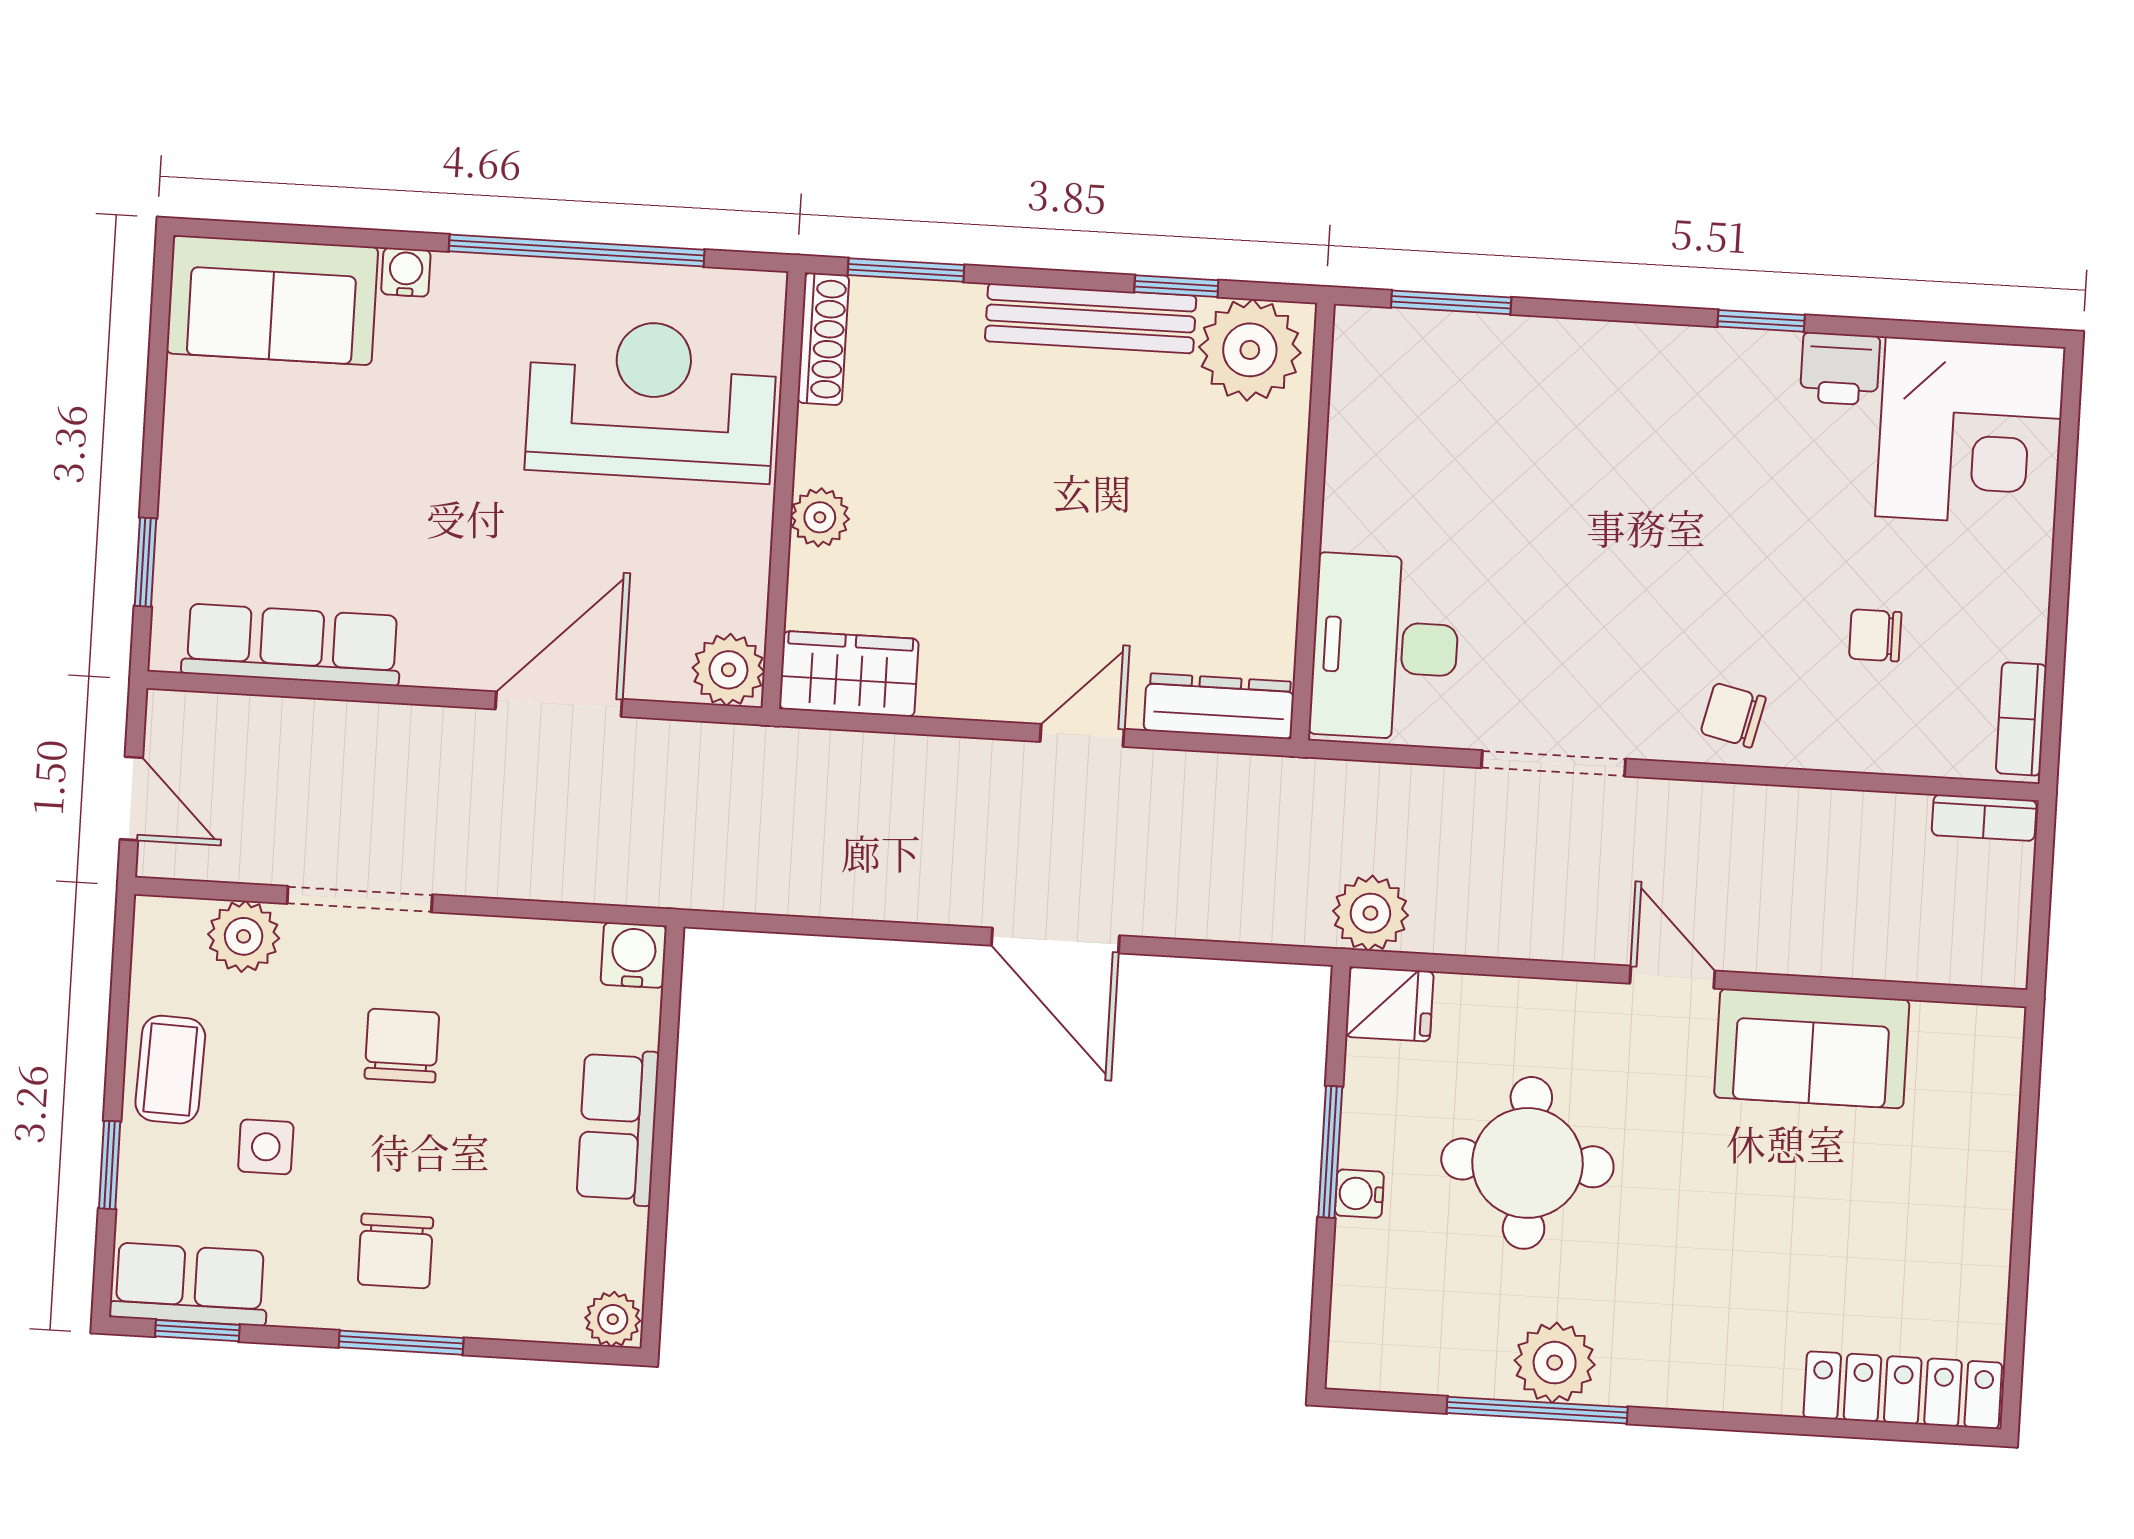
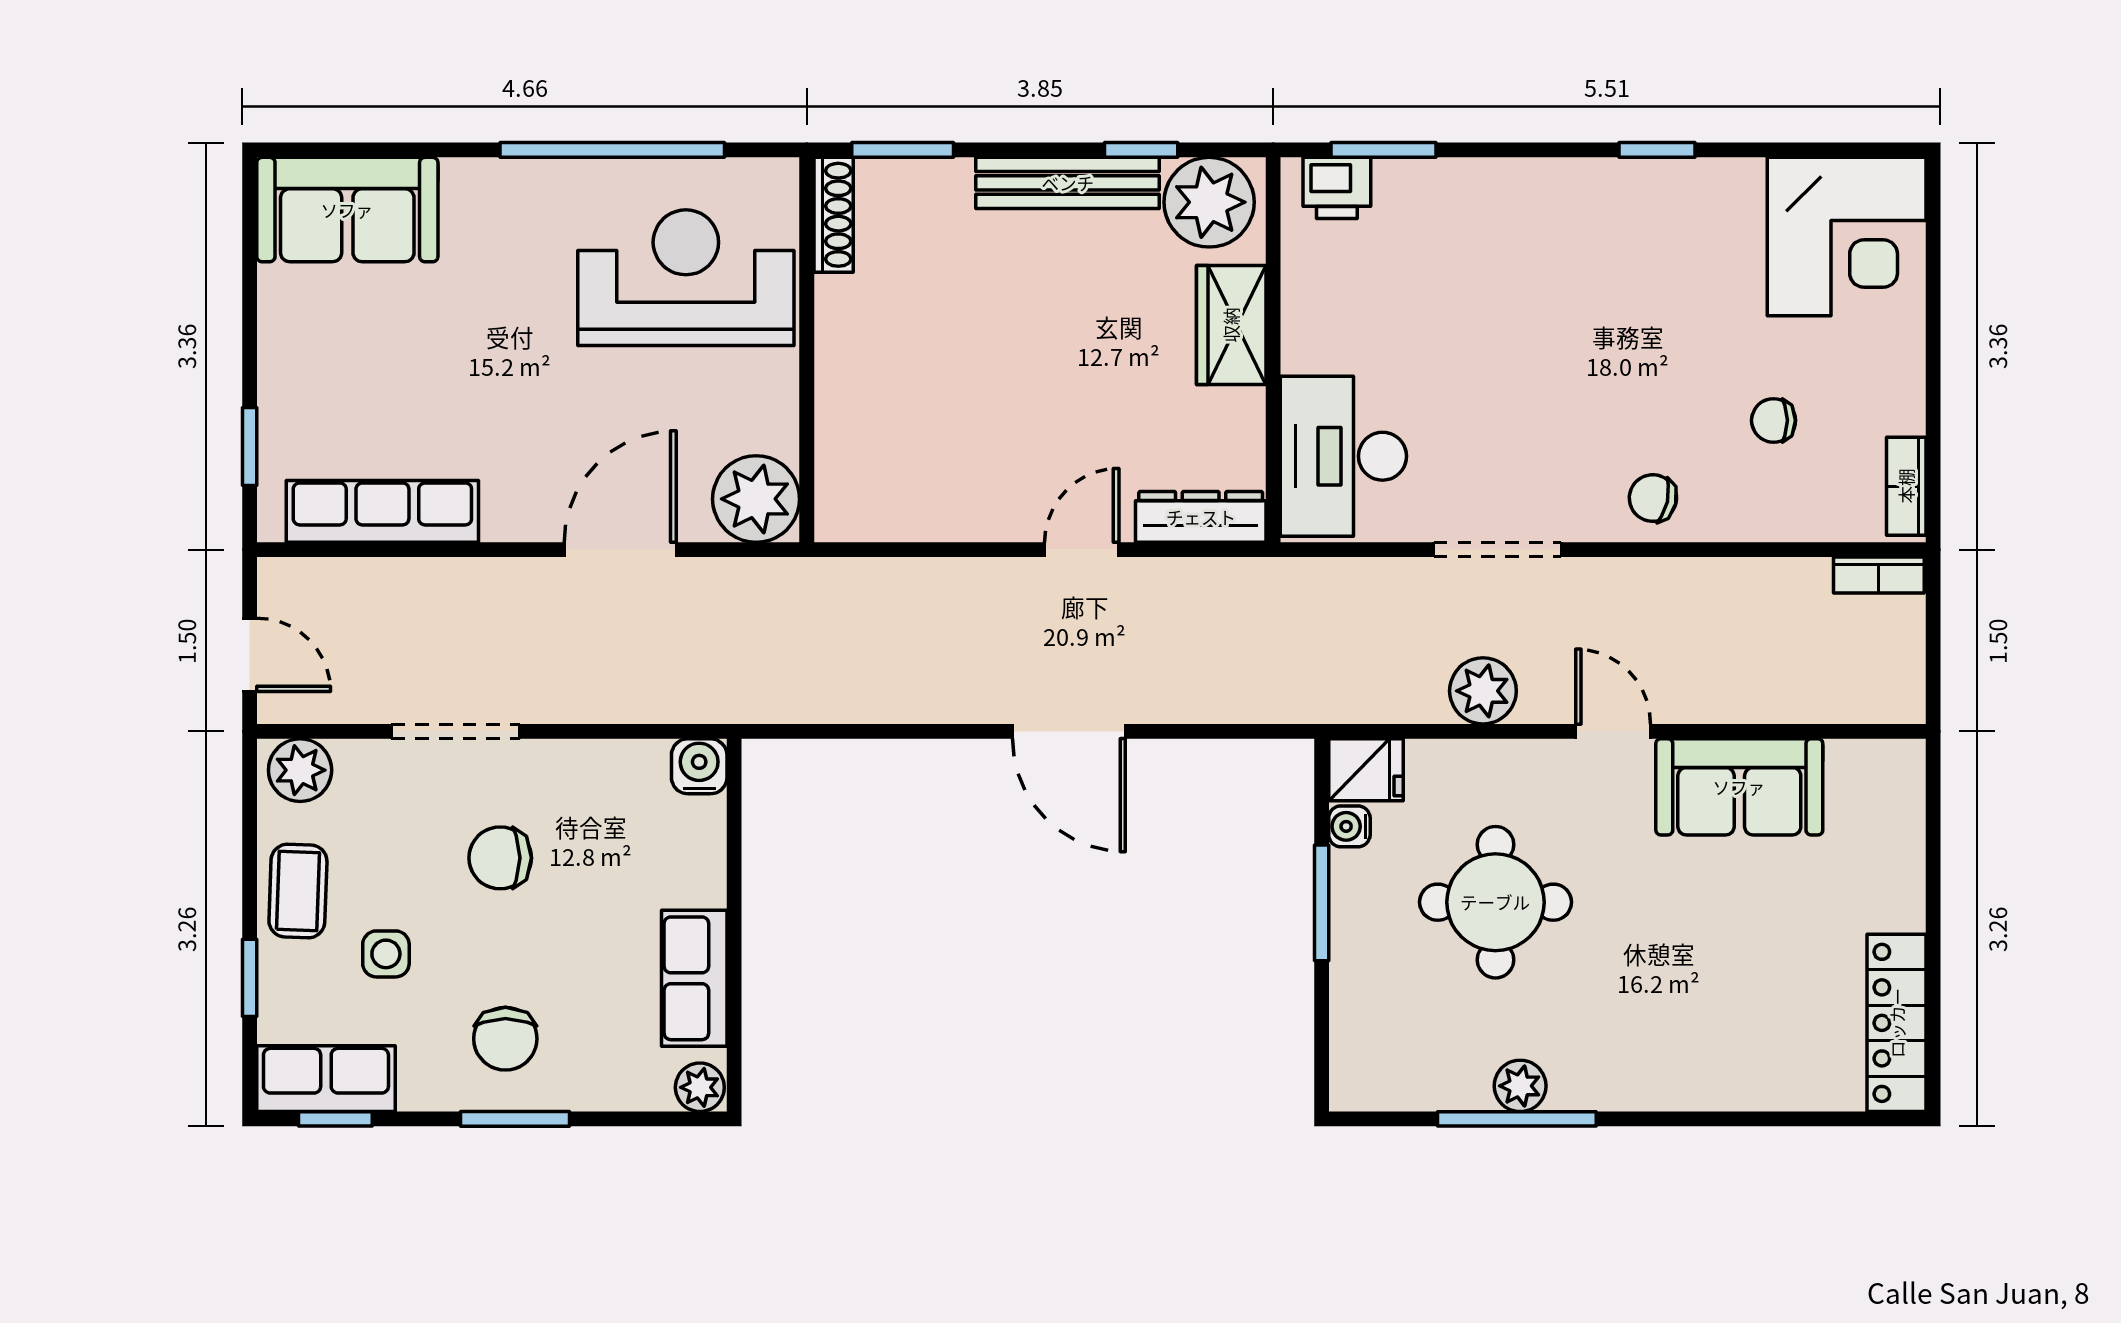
water cooler: (406, 272) -> (463, 178), removed
printer: (1840, 369) -> (1337, 188), moved
plant: (820, 517) -> (840, 372), removed
plant: (729, 670) -> (756, 499), width x1.36, depth x1.36
wardrobe: (849, 674) -> (1231, 325), moved, turned -90
plant: (1370, 913) -> (1483, 691), moved
plant: (244, 936) -> (300, 770), moved
chair: (402, 1046) -> (500, 858), turned -90
row of seats: (618, 1127) -> (694, 978), moved
water cooler: (1359, 1194) -> (1349, 826), moved
plant: (1555, 1363) -> (1520, 1086), width x0.73, depth x0.73
locker: (1903, 1390) -> (1897, 1023), moved, turned -90

